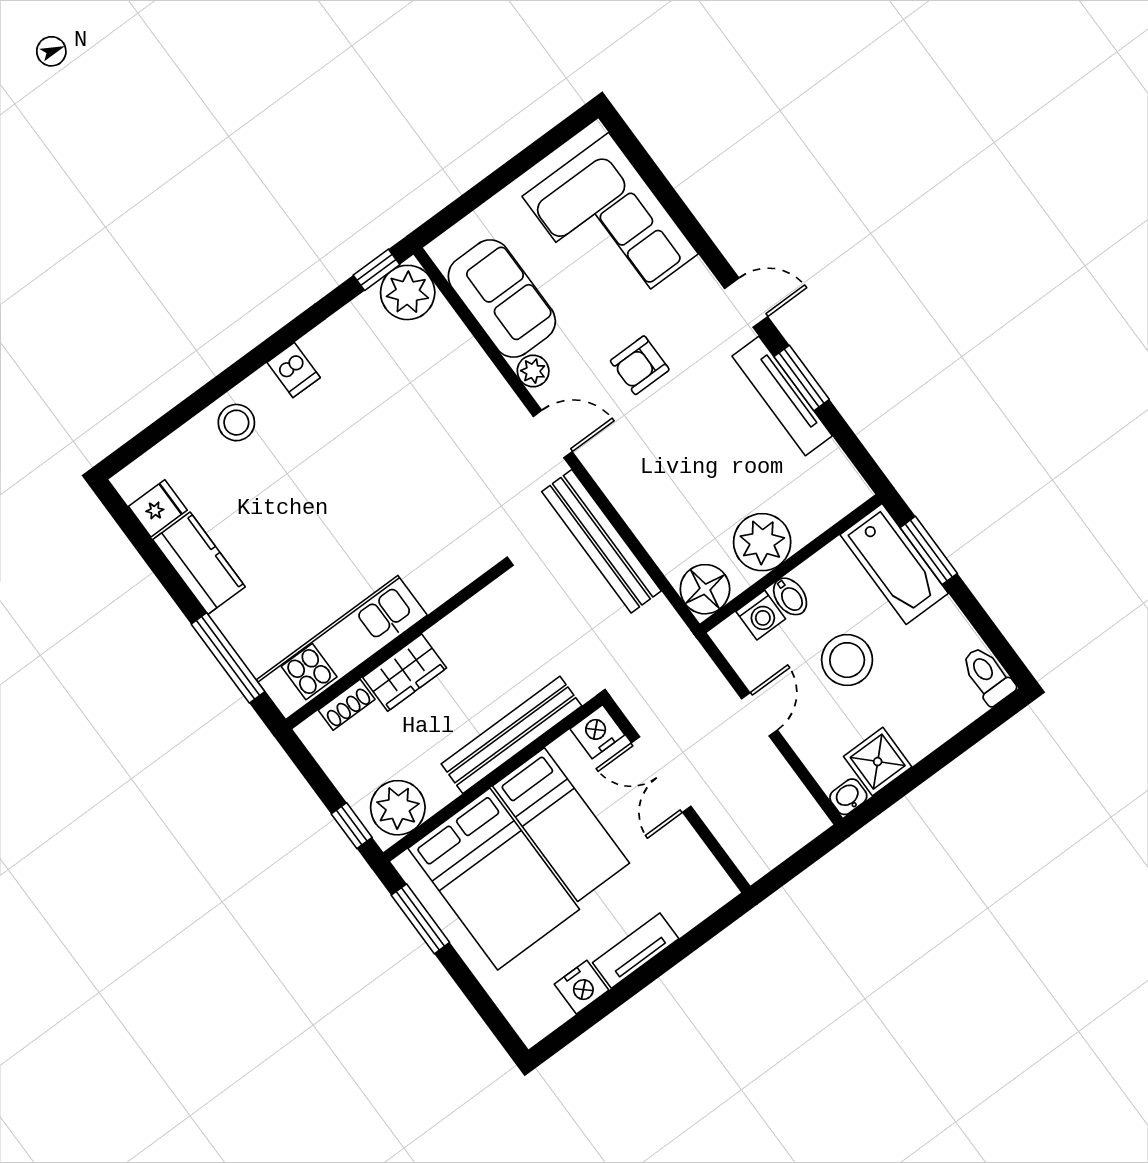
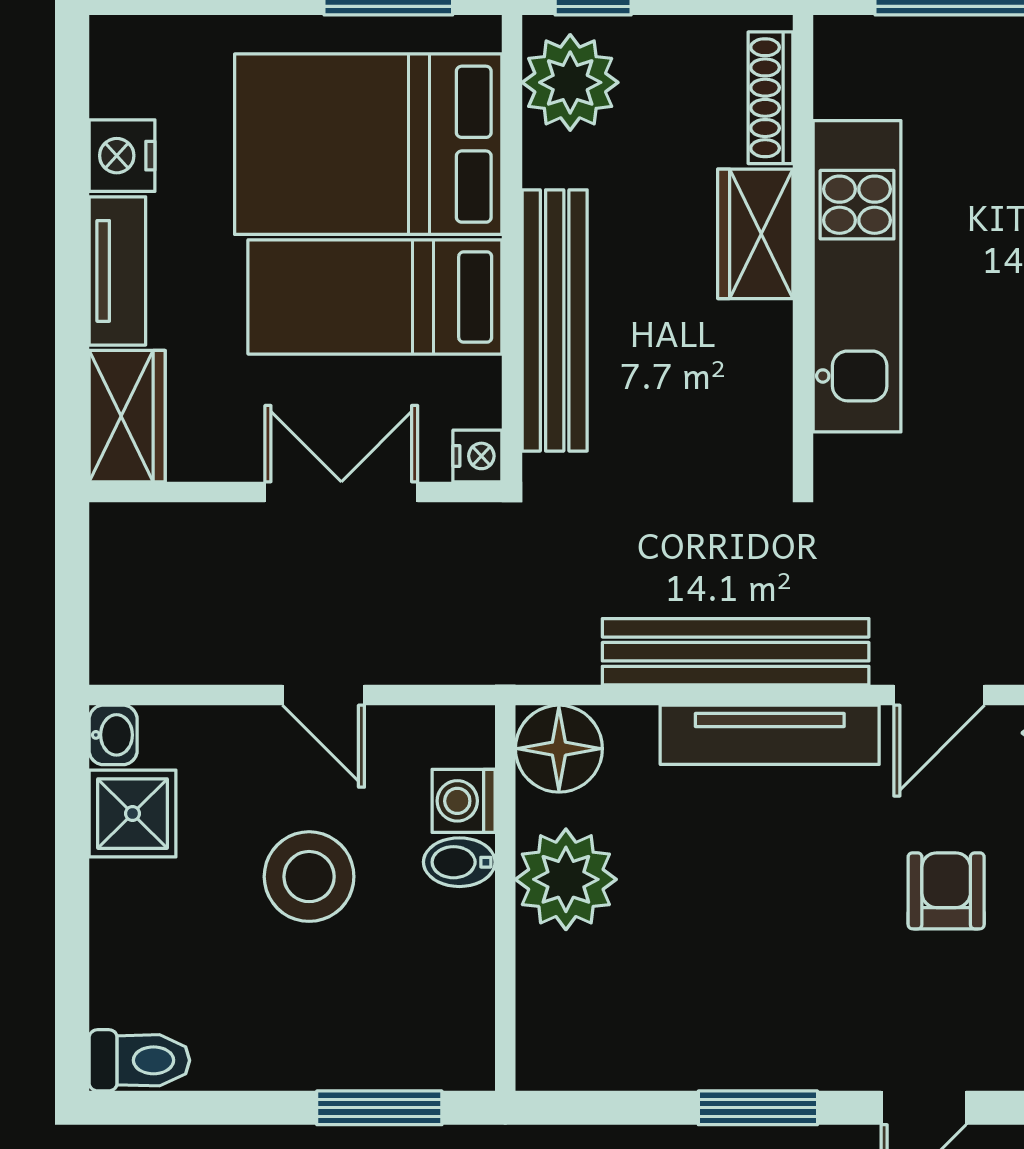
tv unit: (782, 396) -> (770, 735), moved, turned 180
bathtub: (894, 564) -> (396, 1044), removed
kitchen unit: (342, 648) -> (857, 276), moved
shoe rack: (347, 705) -> (770, 98), width x1.43
nightstand: (597, 732) -> (477, 456), width x0.72, depth x0.74
wardrobe: (698, 897) -> (127, 416), added

